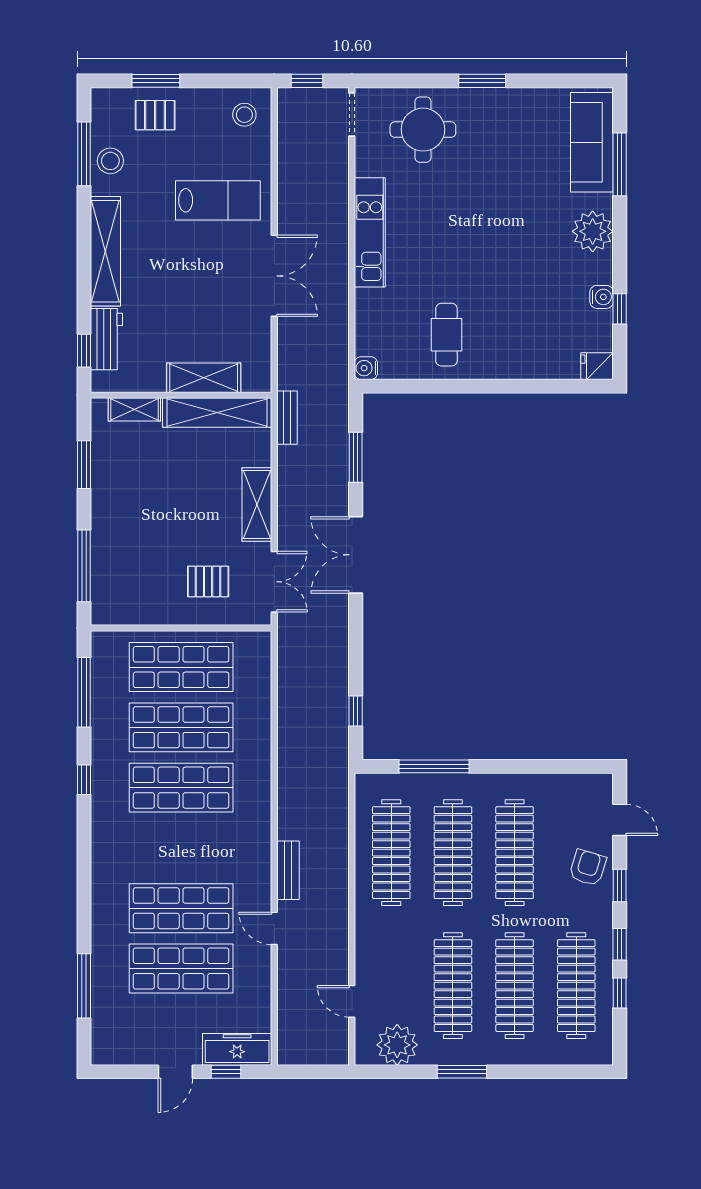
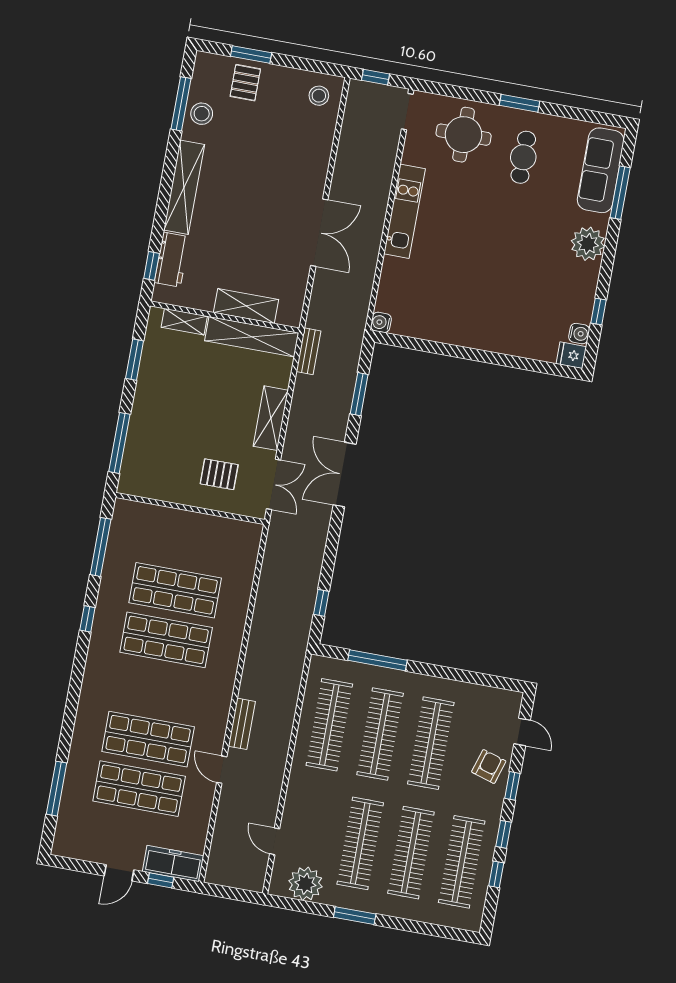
pallet: (155, 115) -> (245, 83), turned 90
lab bench: (218, 200) -> (284, 162), removed
water cooler: (602, 297) -> (579, 334), moved
cafe table: (446, 335) -> (523, 157), moved
shop shelf: (181, 667) -> (184, 541), removed

